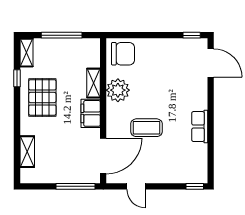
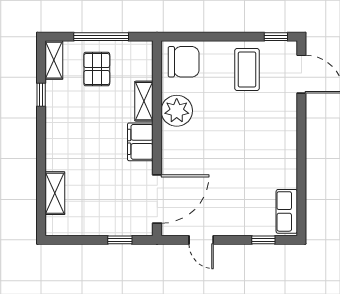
pallet: (42, 97) -> (97, 69), moved, width x0.67, depth x0.71
row of seats: (200, 127) -> (287, 211), moved
coffee table: (146, 128) -> (247, 70), moved, turned 90
window: (75, 186) -> (120, 240), width x0.46
window: (195, 186) -> (263, 240), moved

